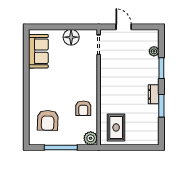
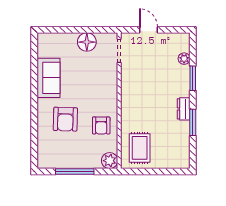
sofa: (38, 51) -> (48, 78), moved
armchair: (48, 120) -> (65, 119), moved

